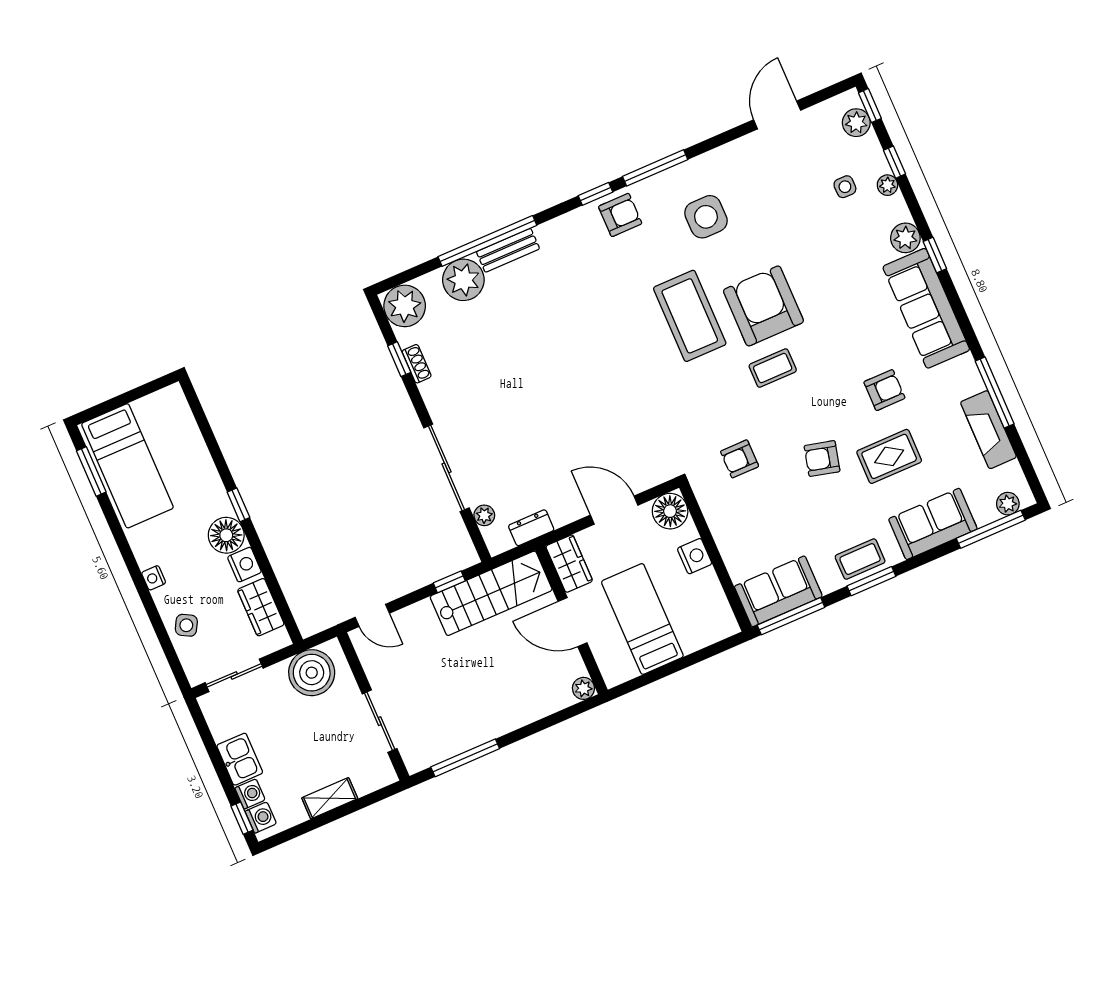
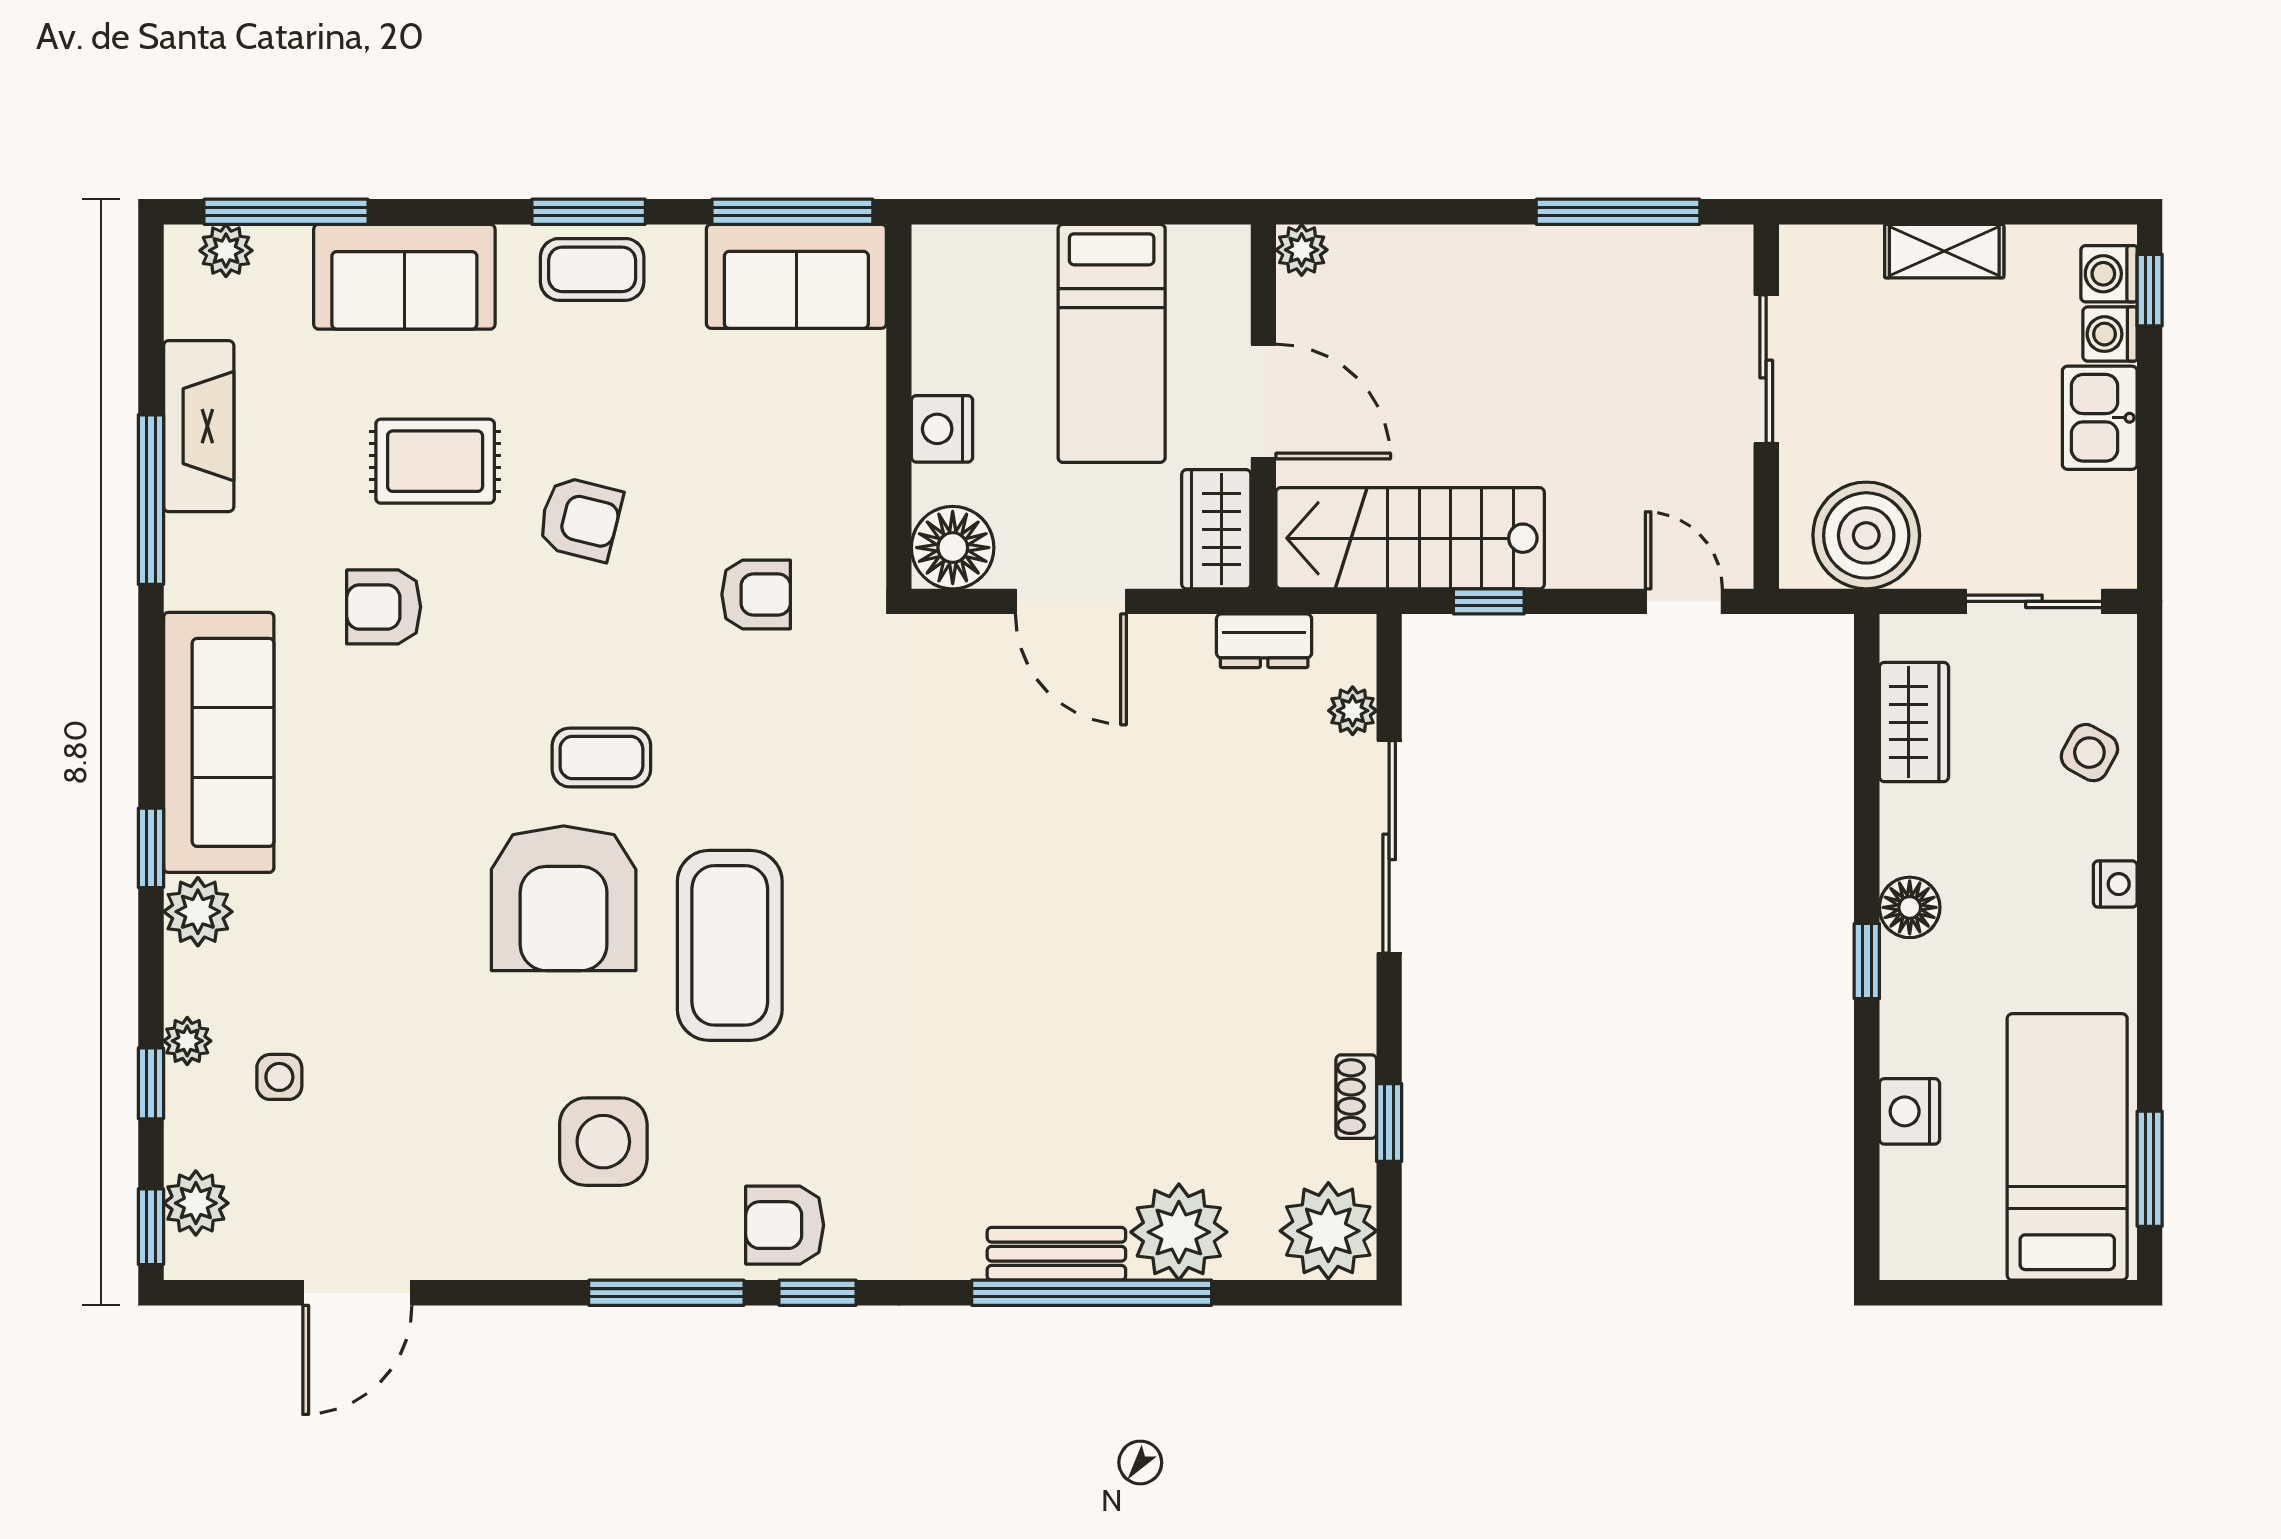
floor lamp: (226, 535) -> (1910, 907), width x0.73, depth x0.73
nightstand: (244, 565) -> (1909, 1111), moved

